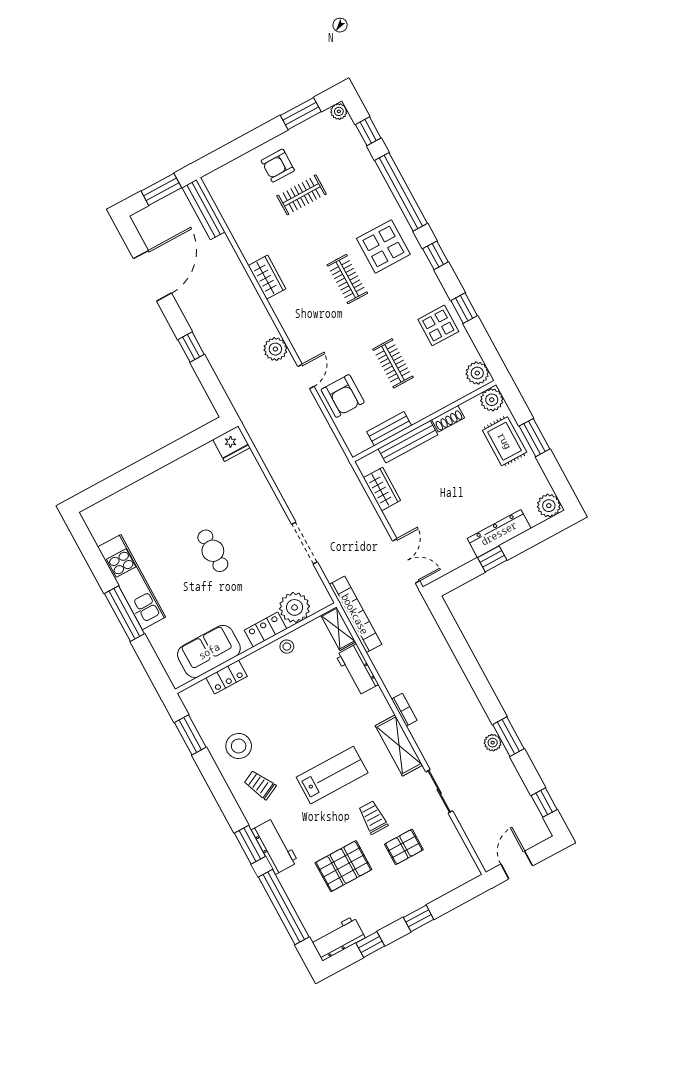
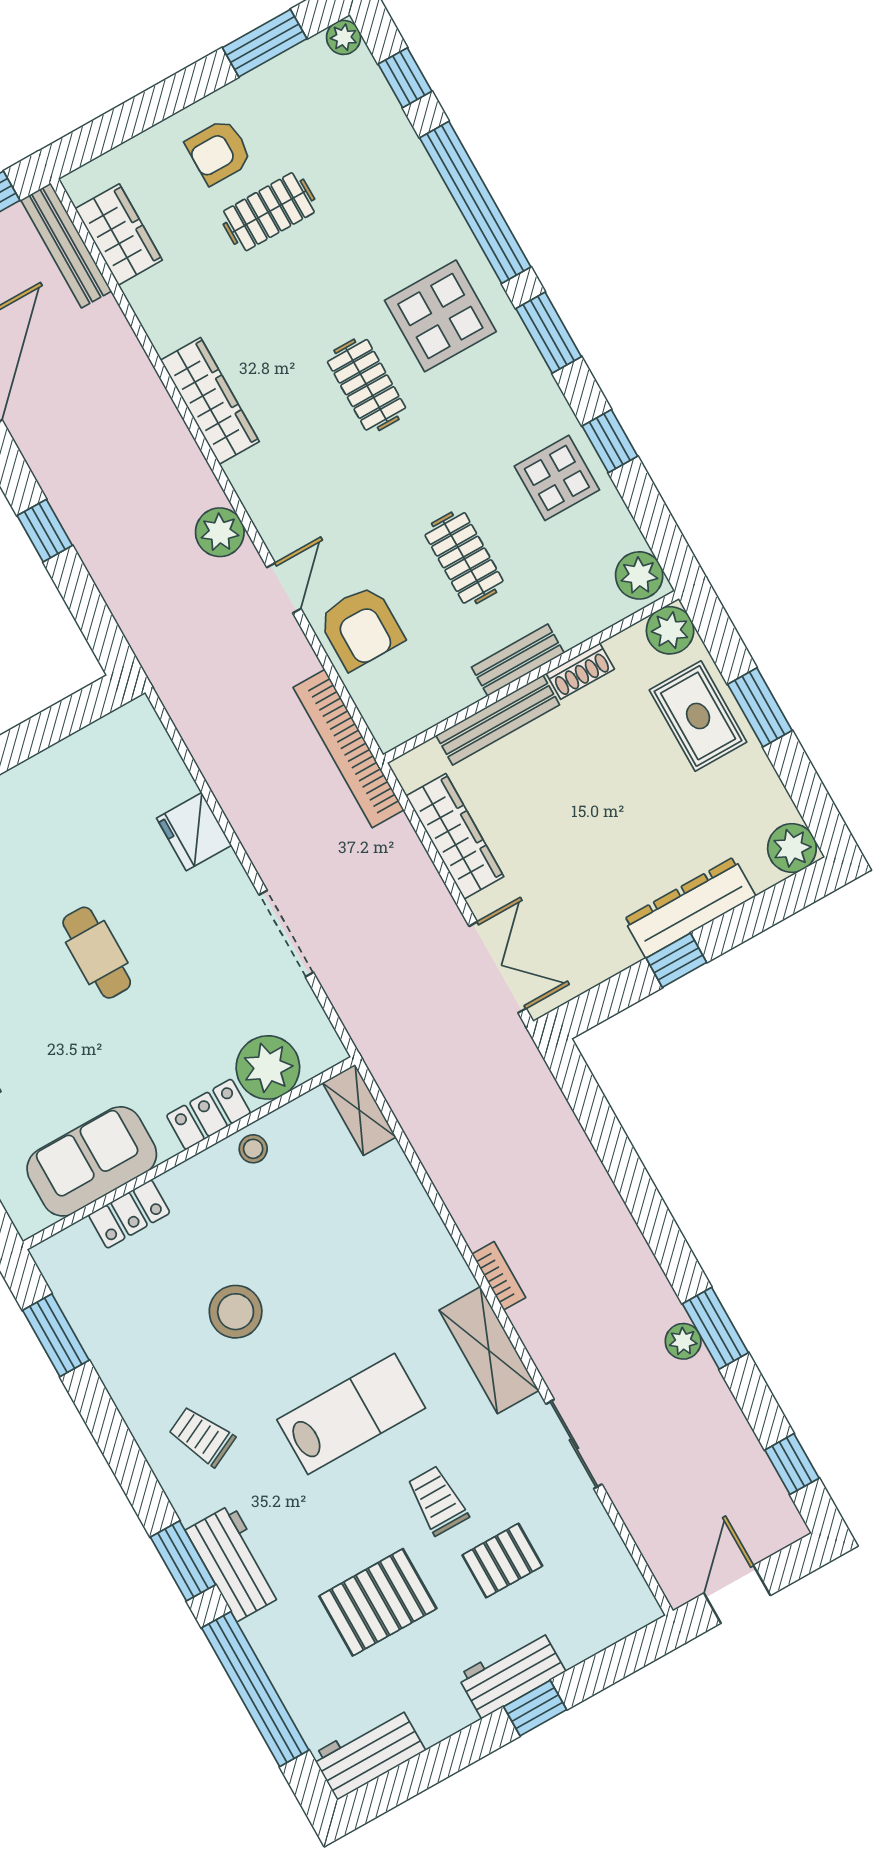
wardrobe: (229, 205) -> (119, 234), added
window: (435, 255) -> (549, 333), width x1.50
wardrobe: (267, 277) -> (210, 401), width x1.50
bench: (389, 429) -> (518, 660), moved
fridge: (231, 444) -> (194, 832), moved, turned 90
wardrobe: (382, 489) -> (455, 836), width x1.50
bookcase: (355, 614) -> (349, 749), moved, turned 180
workbench: (357, 670) -> (512, 1673), moved, turned 90
stool: (239, 746) -> (236, 1312), moved
window: (370, 944) -> (436, 1764), removed

